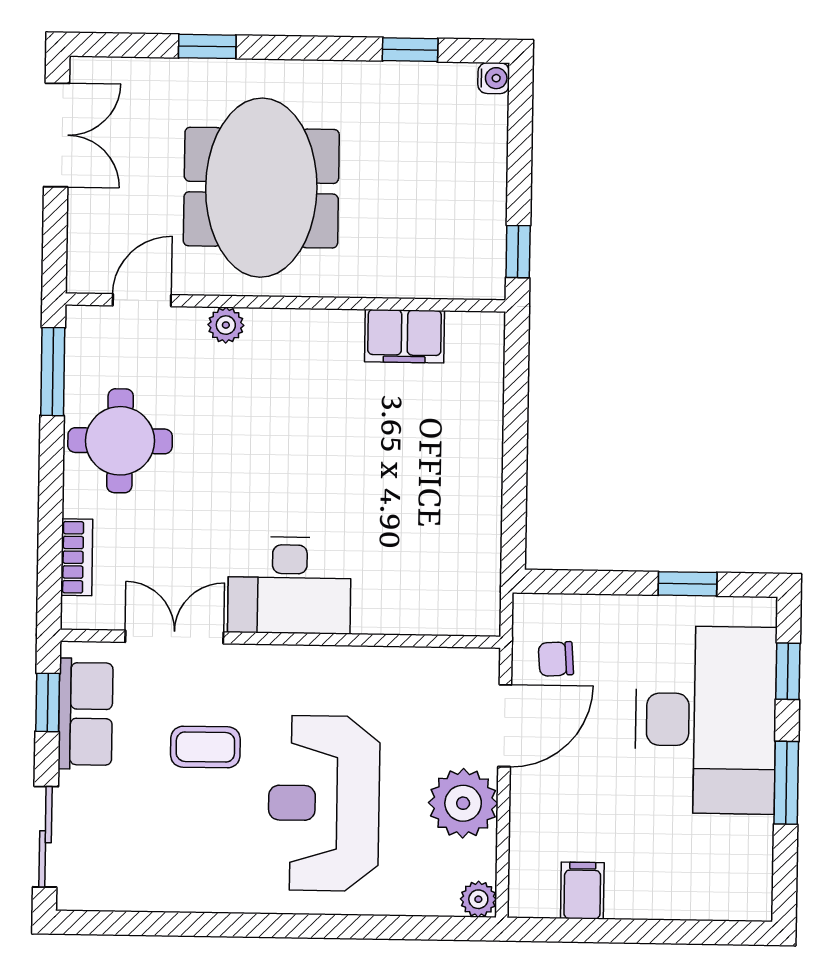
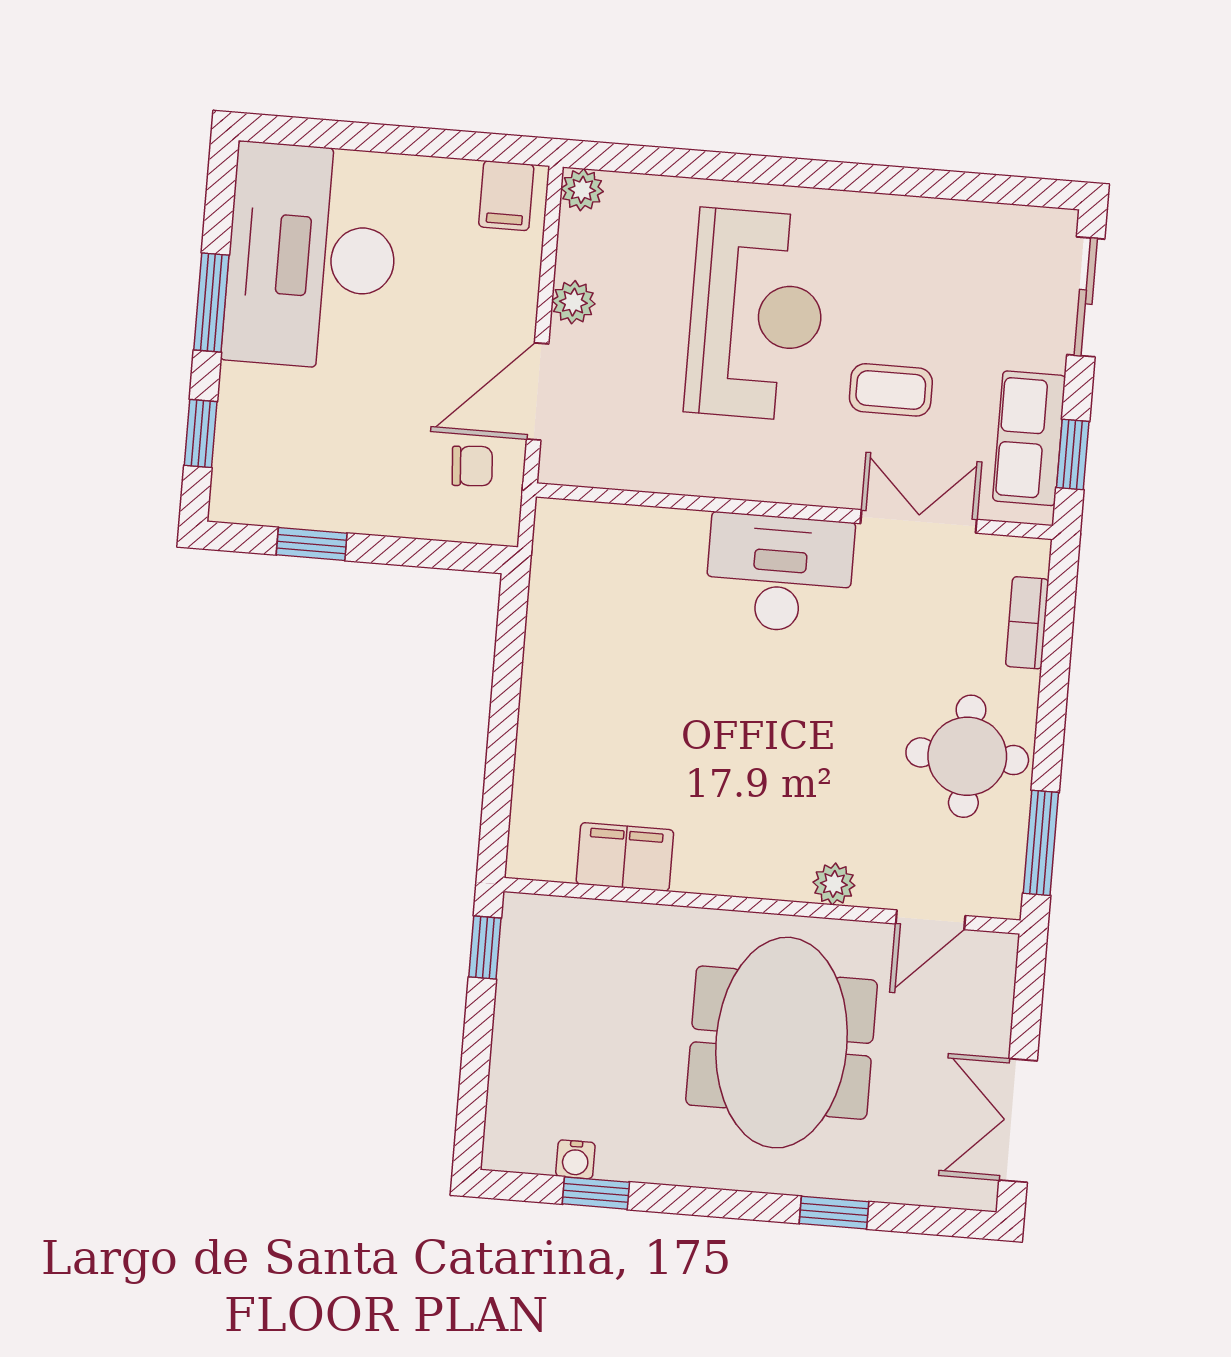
water cooler: (494, 78) -> (575, 1159), moved, turned -90
double door: (174, 637) -> (919, 521), swing flipped
desk: (706, 720) -> (311, 257), moved
plant: (463, 803) -> (573, 302), width x0.53, depth x0.53
filing cabinet: (582, 891) -> (506, 196), moved

